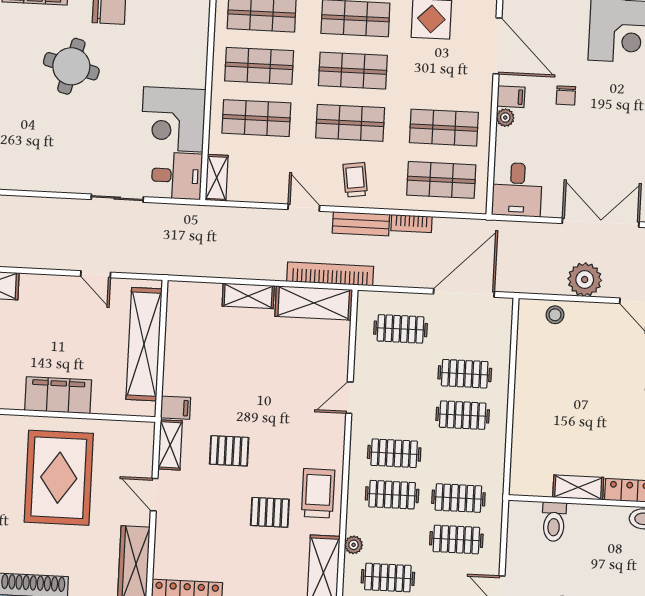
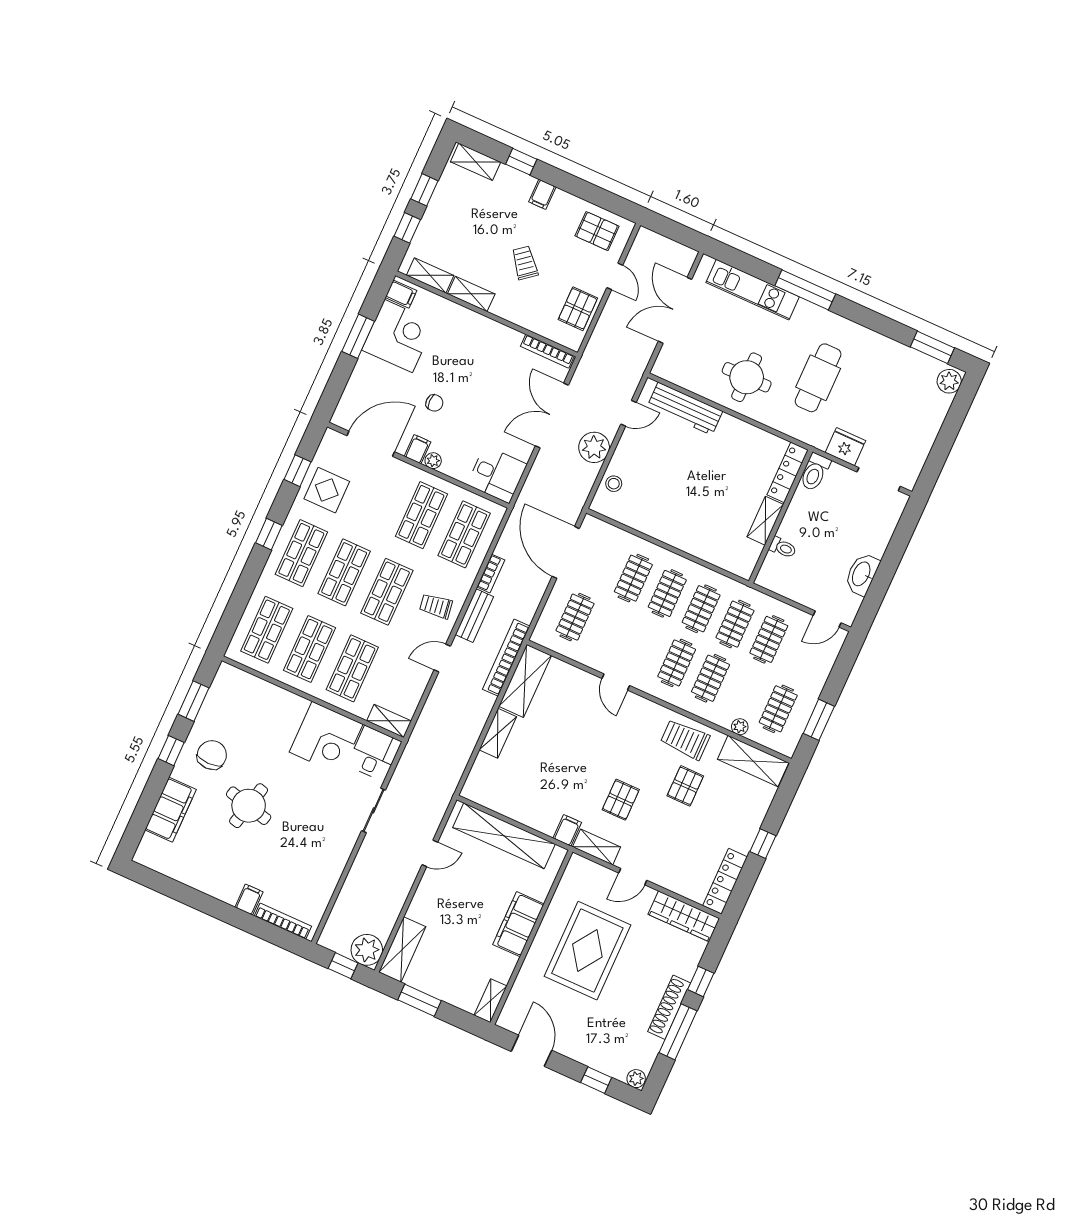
clothes rail: (461, 457) -> (701, 609), added
rug: (59, 478) -> (587, 951), turned 90
toilet: (554, 522) -> (783, 548), width x0.73, depth x0.72

